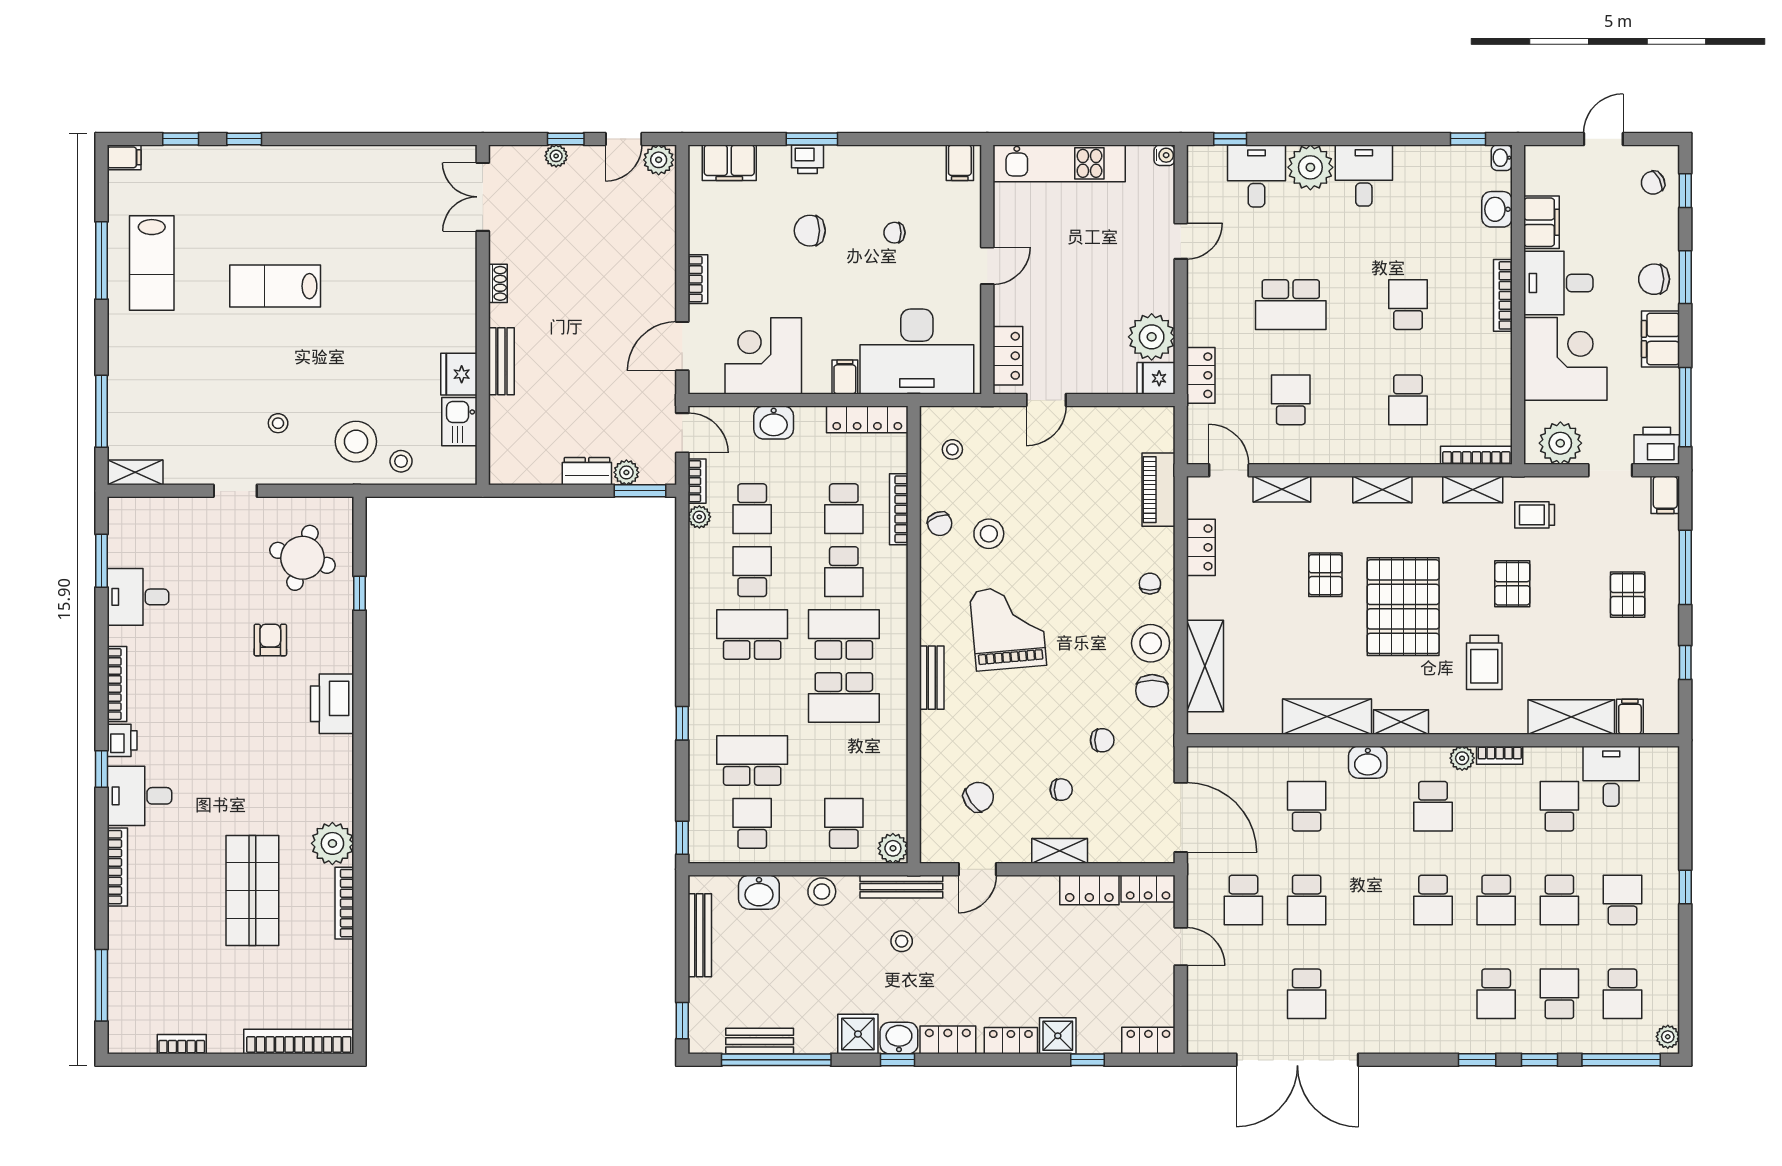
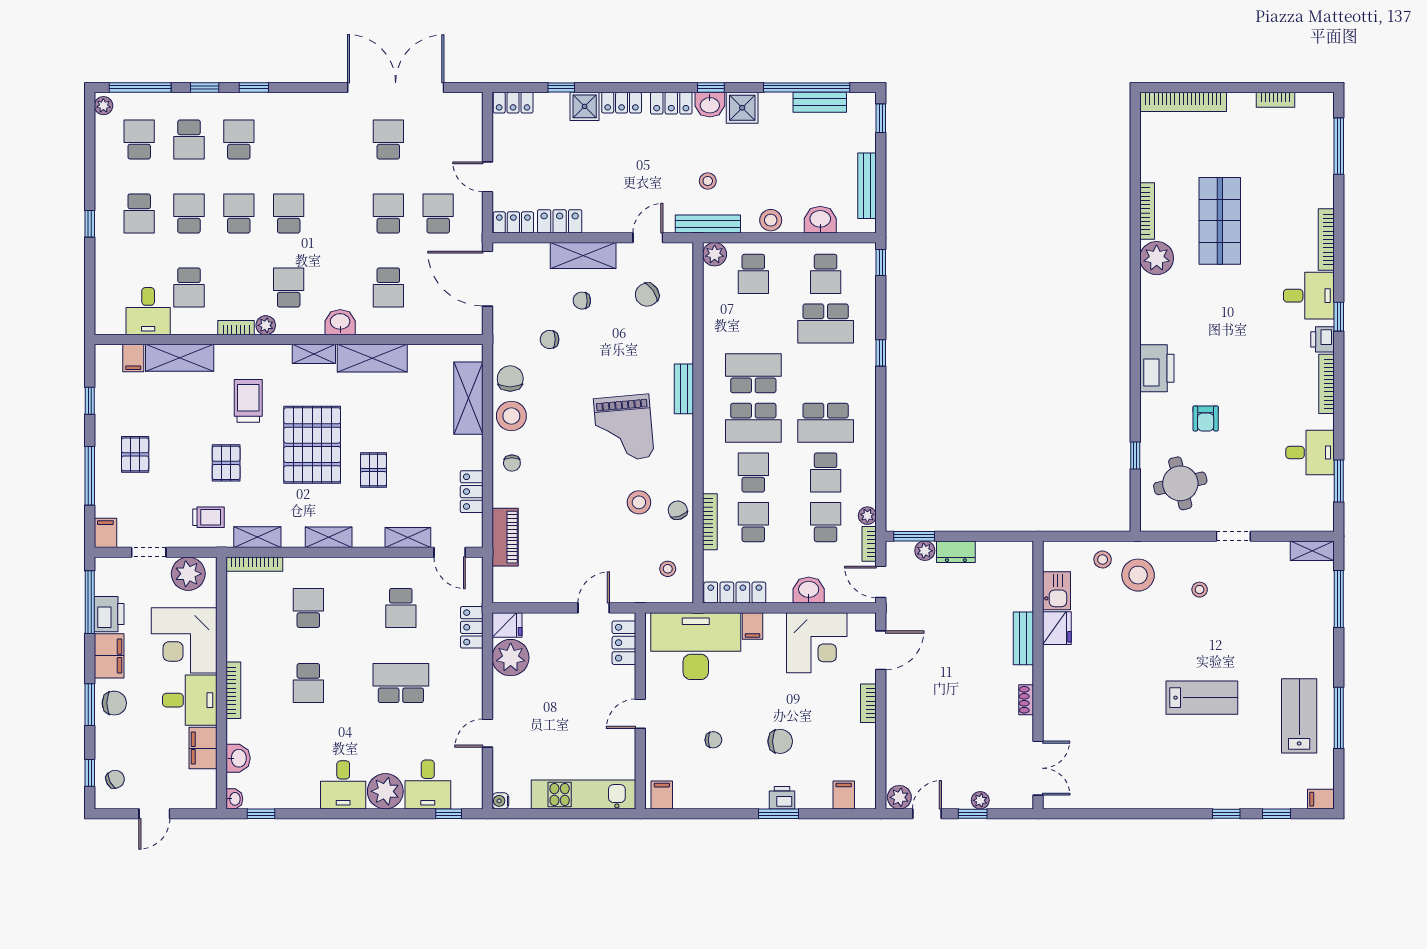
filing cabinet: (729, 163) -> (844, 795), width x0.50
printer: (1657, 446) -> (109, 614), moved, turned -90
round table: (302, 558) -> (1180, 483), turned -30
shelving: (1060, 851) -> (583, 256), width x1.50, depth x1.33

